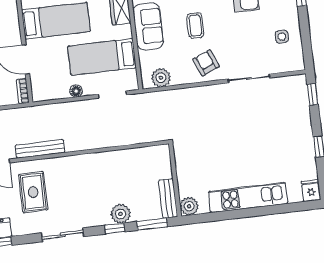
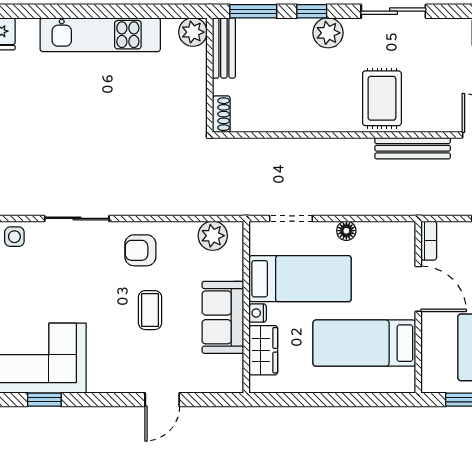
nightstand: (126, 32) -> (258, 313), added
side table: (282, 37) -> (14, 237), moved
armchair: (206, 63) -> (140, 250), turned 113
shoe rack: (165, 156) -> (221, 114), added
rug: (33, 192) -> (382, 98), moved
plant: (121, 214) -> (328, 33), moved

